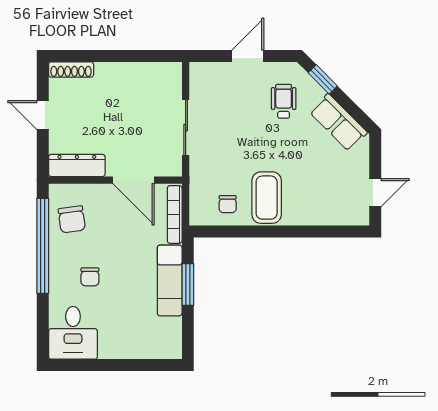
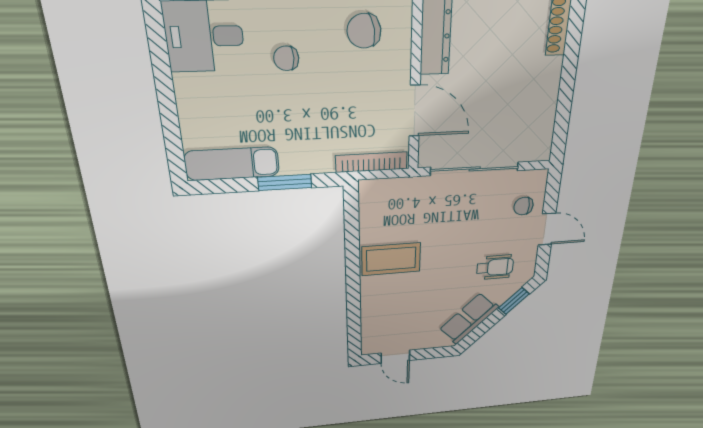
sliding door: (186, 128) -> (475, 169), width x1.37
door: (133, 180) -> (415, 111), swing flipped
chair: (228, 204) -> (523, 206), moved
exam couch: (170, 281) -> (232, 164), moved

